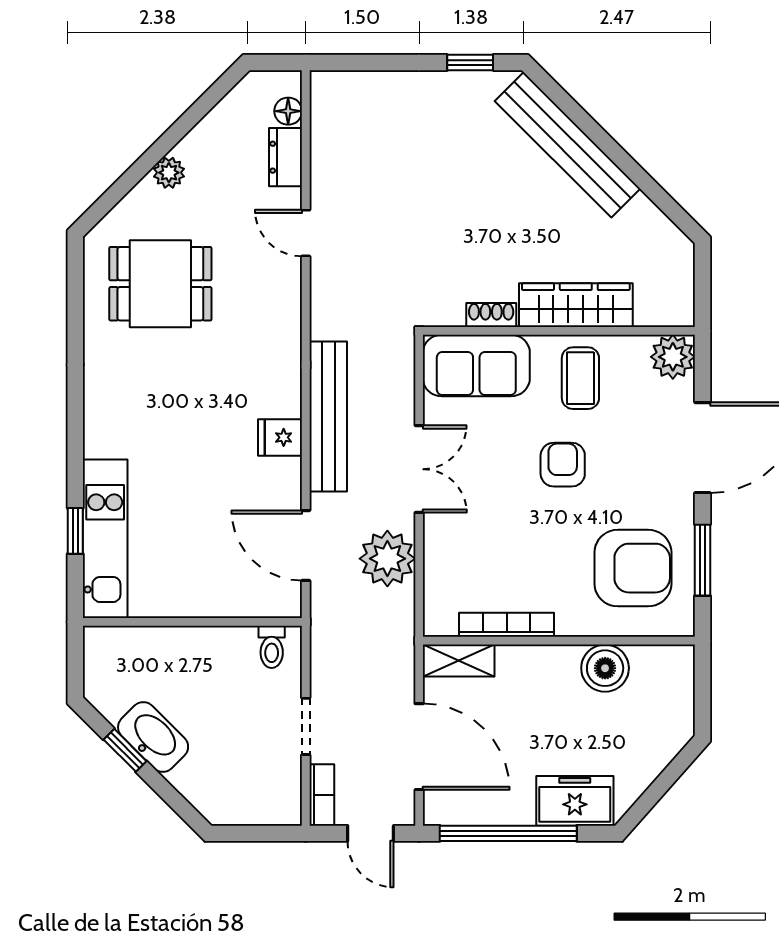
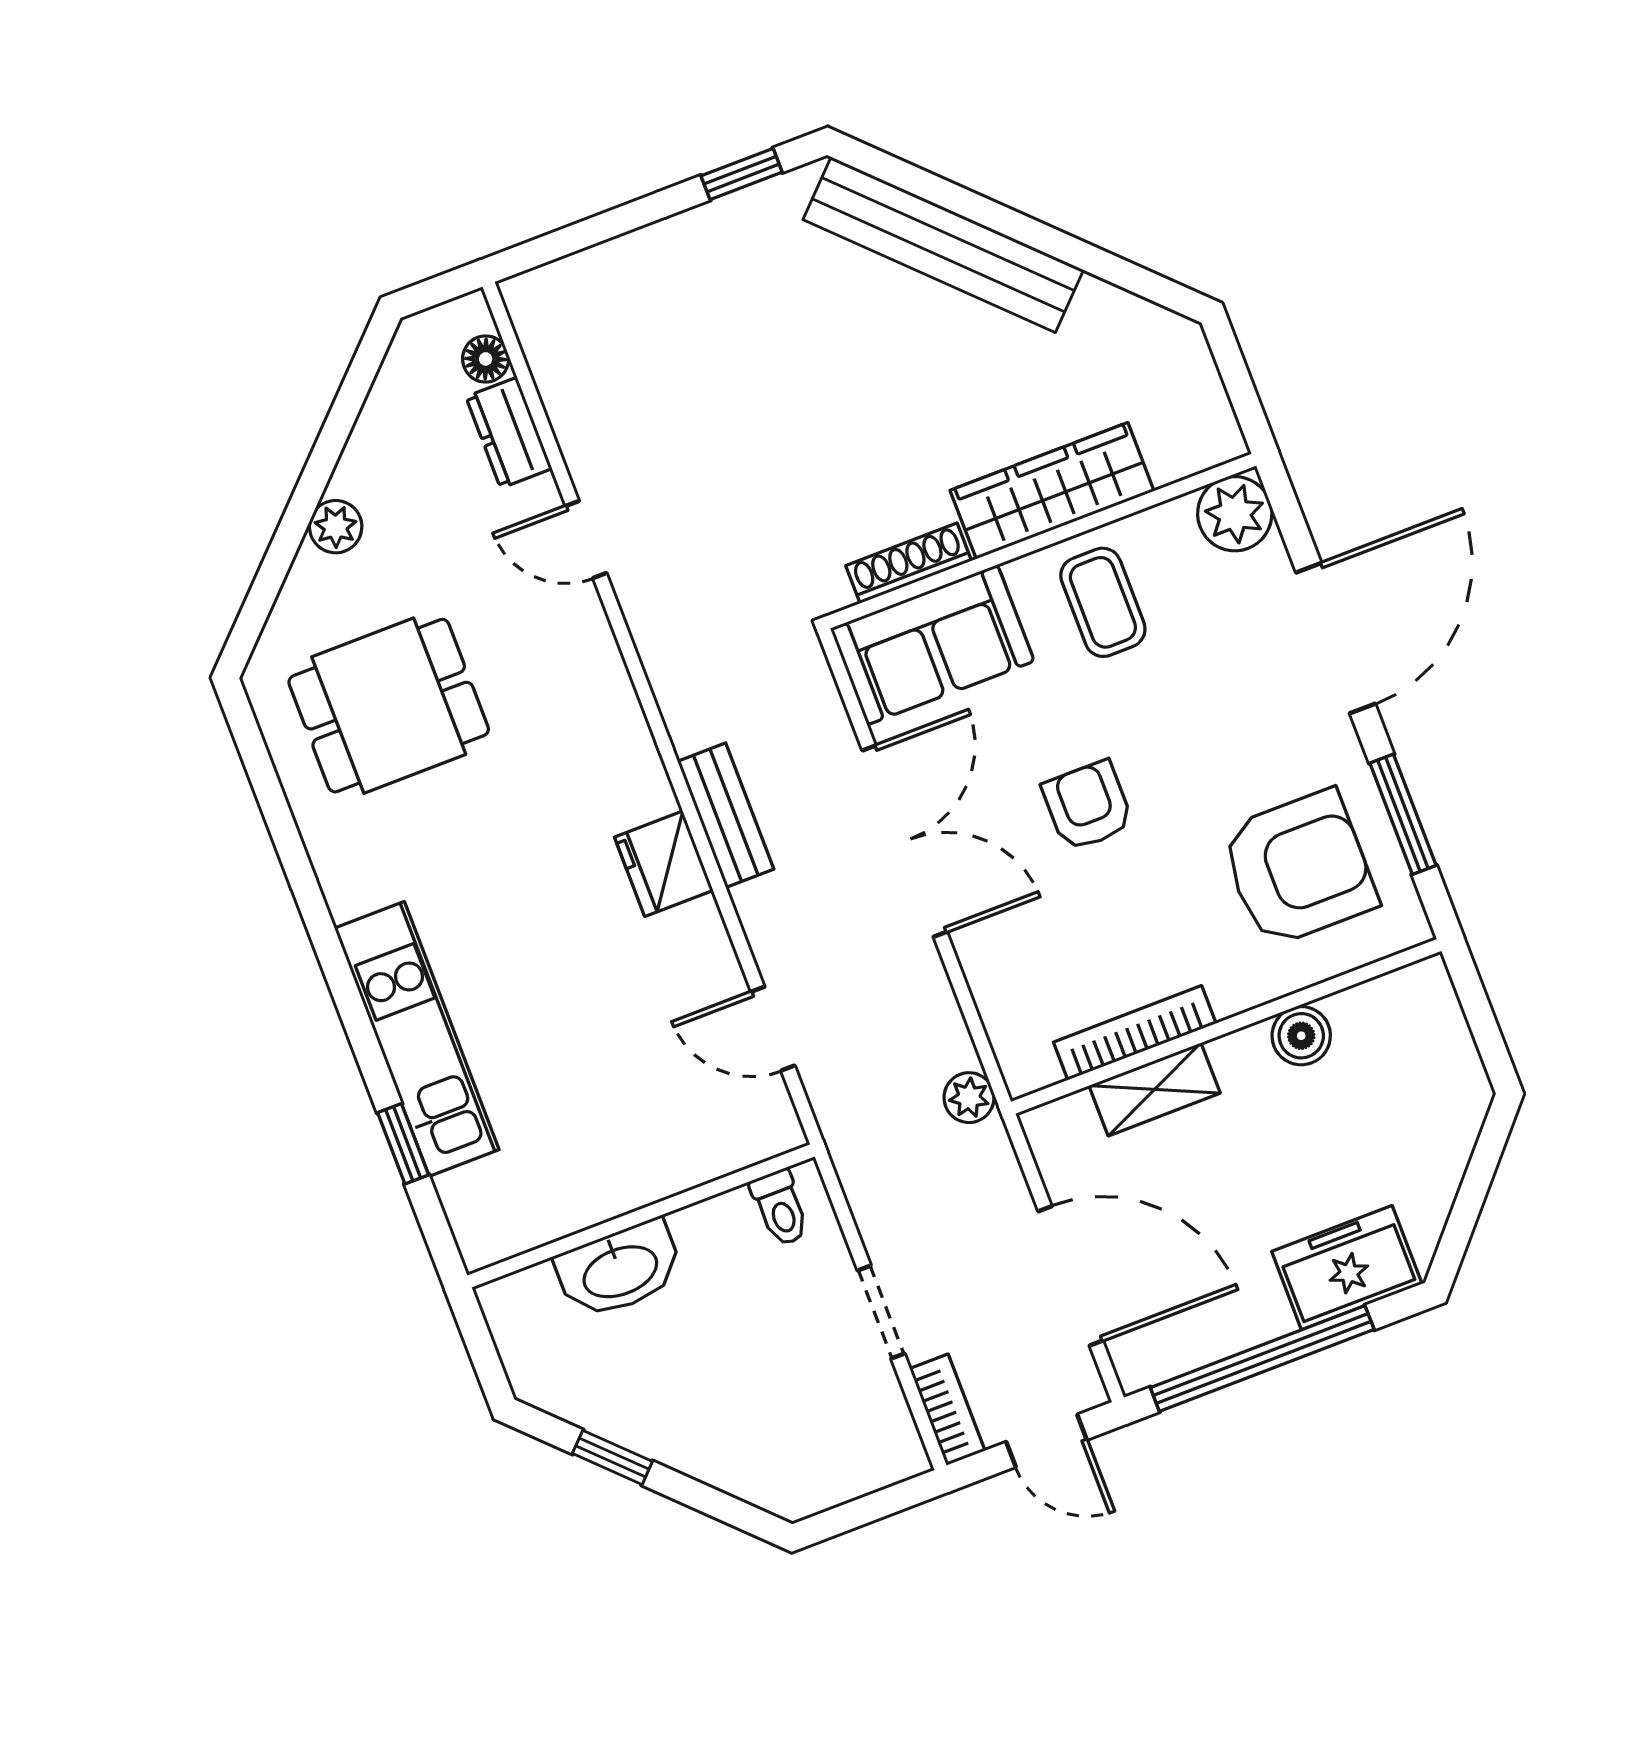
shoe rack: (491, 315) -> (909, 563), width x1.43
bench: (328, 416) -> (726, 815), width x0.54, depth x0.82
fridge: (280, 437) -> (664, 864), width x1.38
armchair: (563, 465) -> (1088, 806), moved
double door: (419, 469) -> (905, 841), width x1.37
kitchen unit: (105, 539) -> (417, 1039), moved
door: (306, 546) -> (773, 1029), width x0.73
plant: (387, 559) -> (969, 1098), moved, width x0.53, depth x0.53
shelving: (459, 661) -> (1155, 1089), moved
boiler: (605, 668) -> (1301, 1036), width x0.73, depth x0.73
washbasin: (153, 737) -> (620, 1270), moved, turned 135

